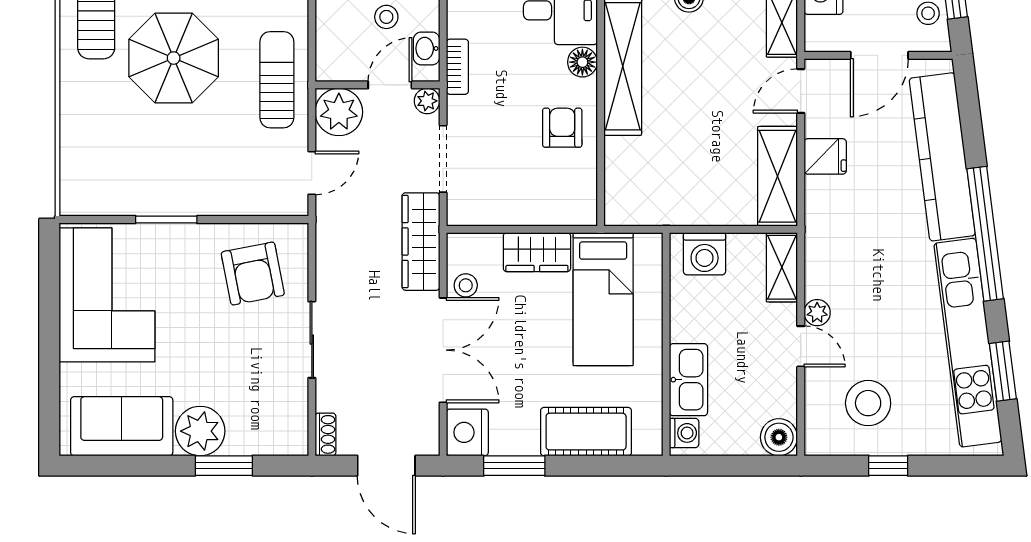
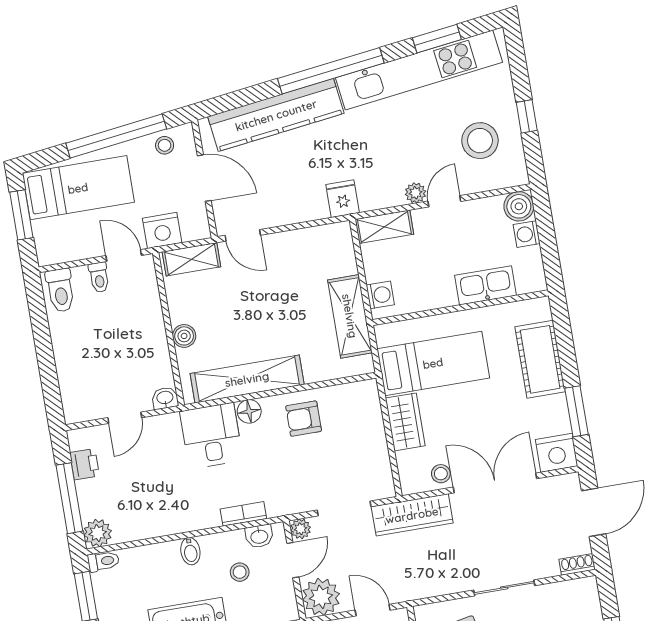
bookcase: (457, 67) -> (243, 514), moved
door: (390, 85) -> (293, 560), swing flipped
fridge: (825, 156) -> (343, 199), moved
shelving: (778, 176) -> (350, 316), moved, turned 90
washing machine: (705, 254) -> (380, 295), width x0.73, depth x0.73
washing machine: (684, 433) -> (527, 234), moved, turned -90

